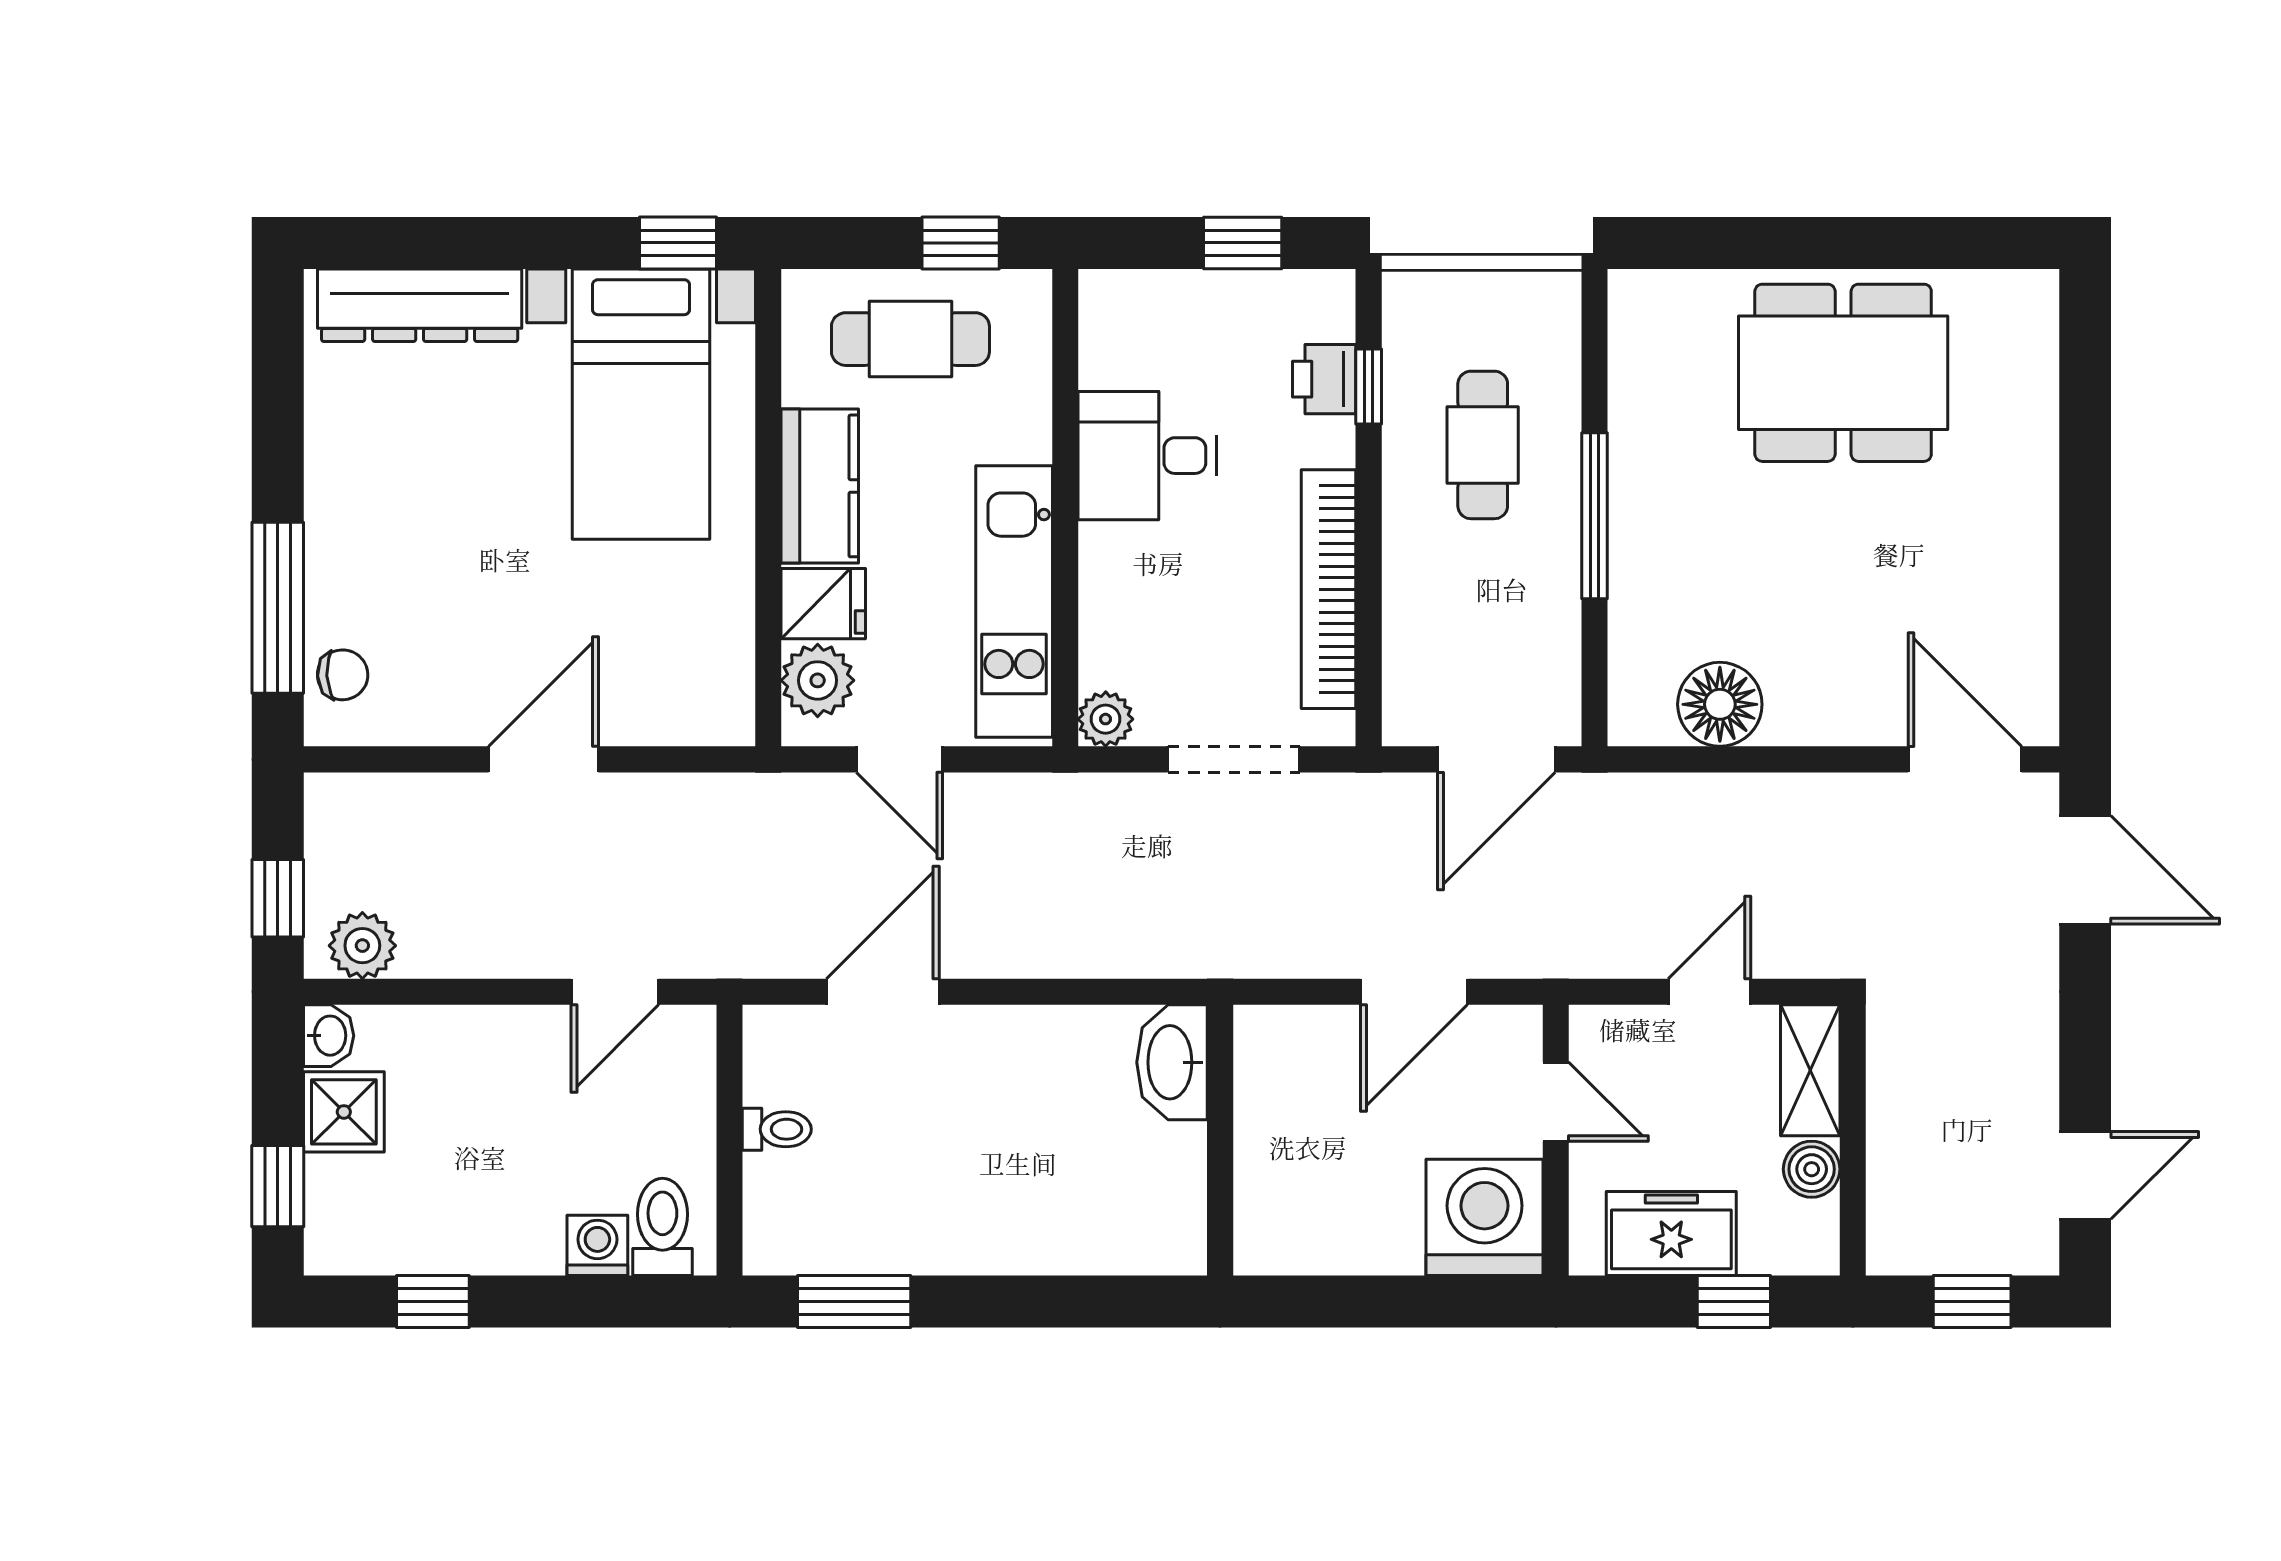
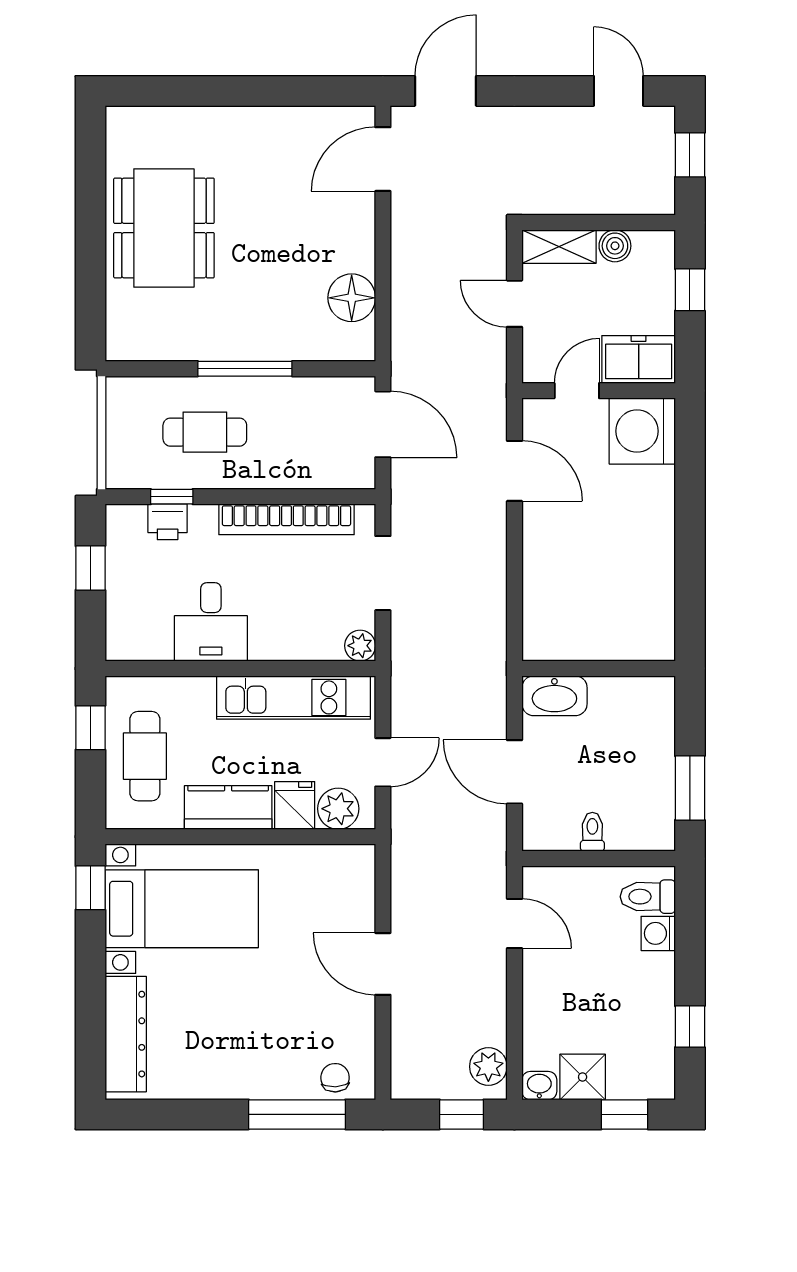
washbasin: (1172, 1062) -> (554, 696), moved
wall: (1220, 1140) -> (599, 668), moved
freezer: (1671, 1234) -> (639, 359), moved, turned 90

